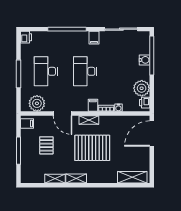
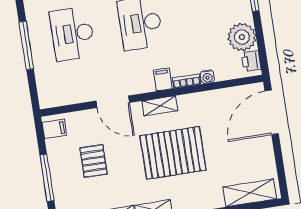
plant: (37, 103) -> (66, 91), removed

